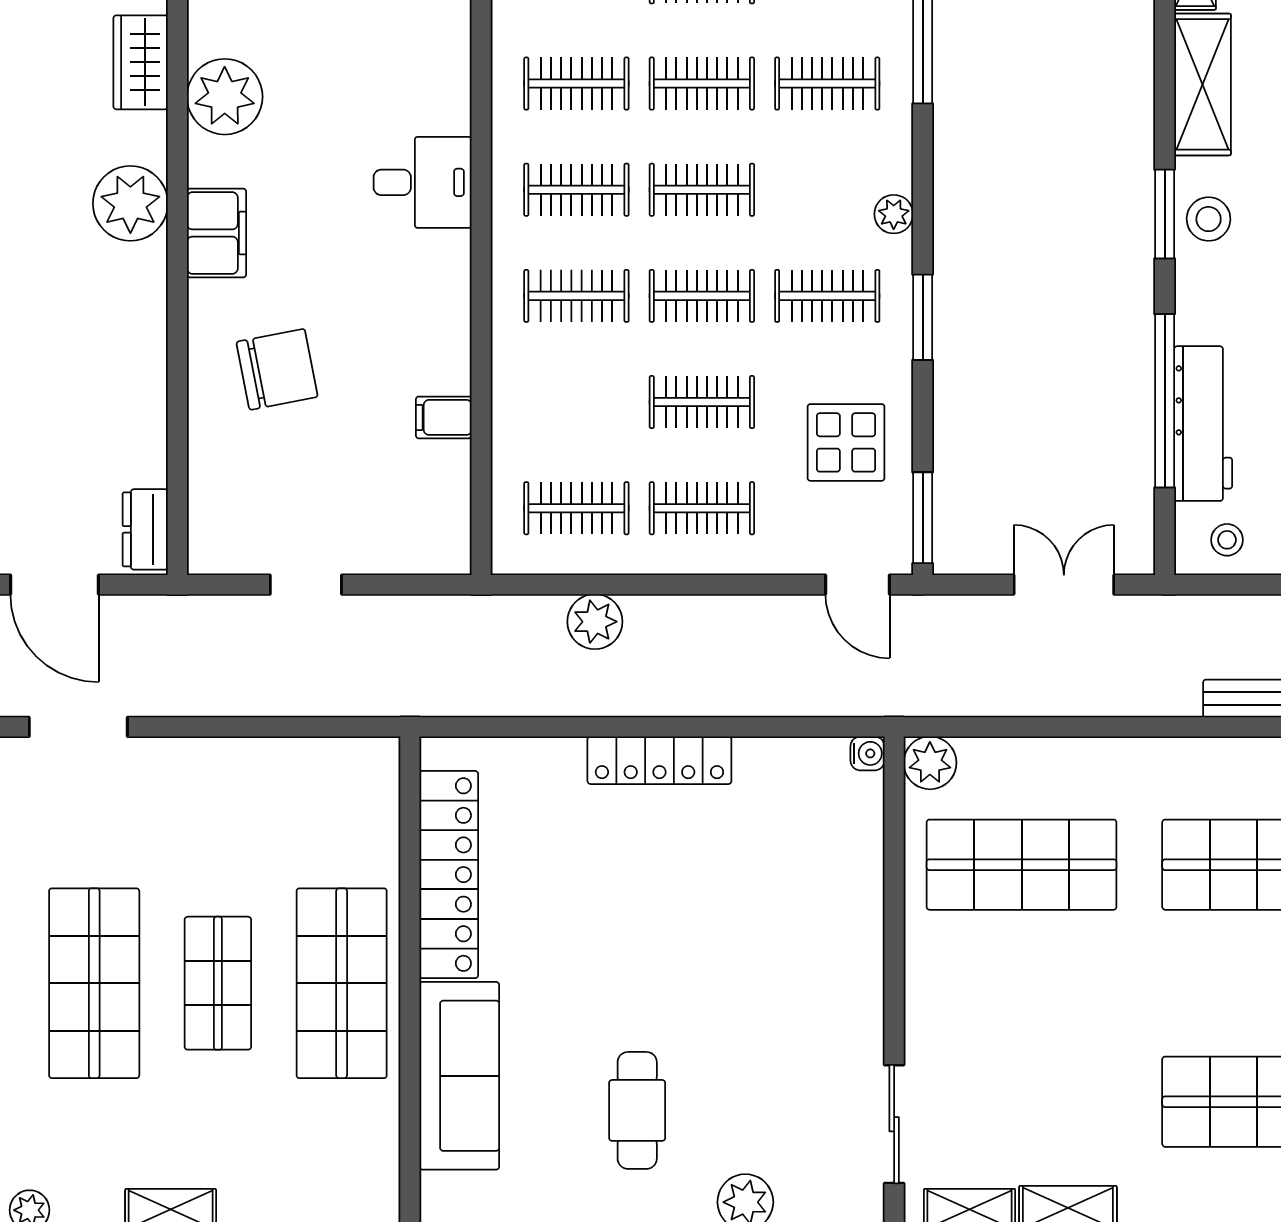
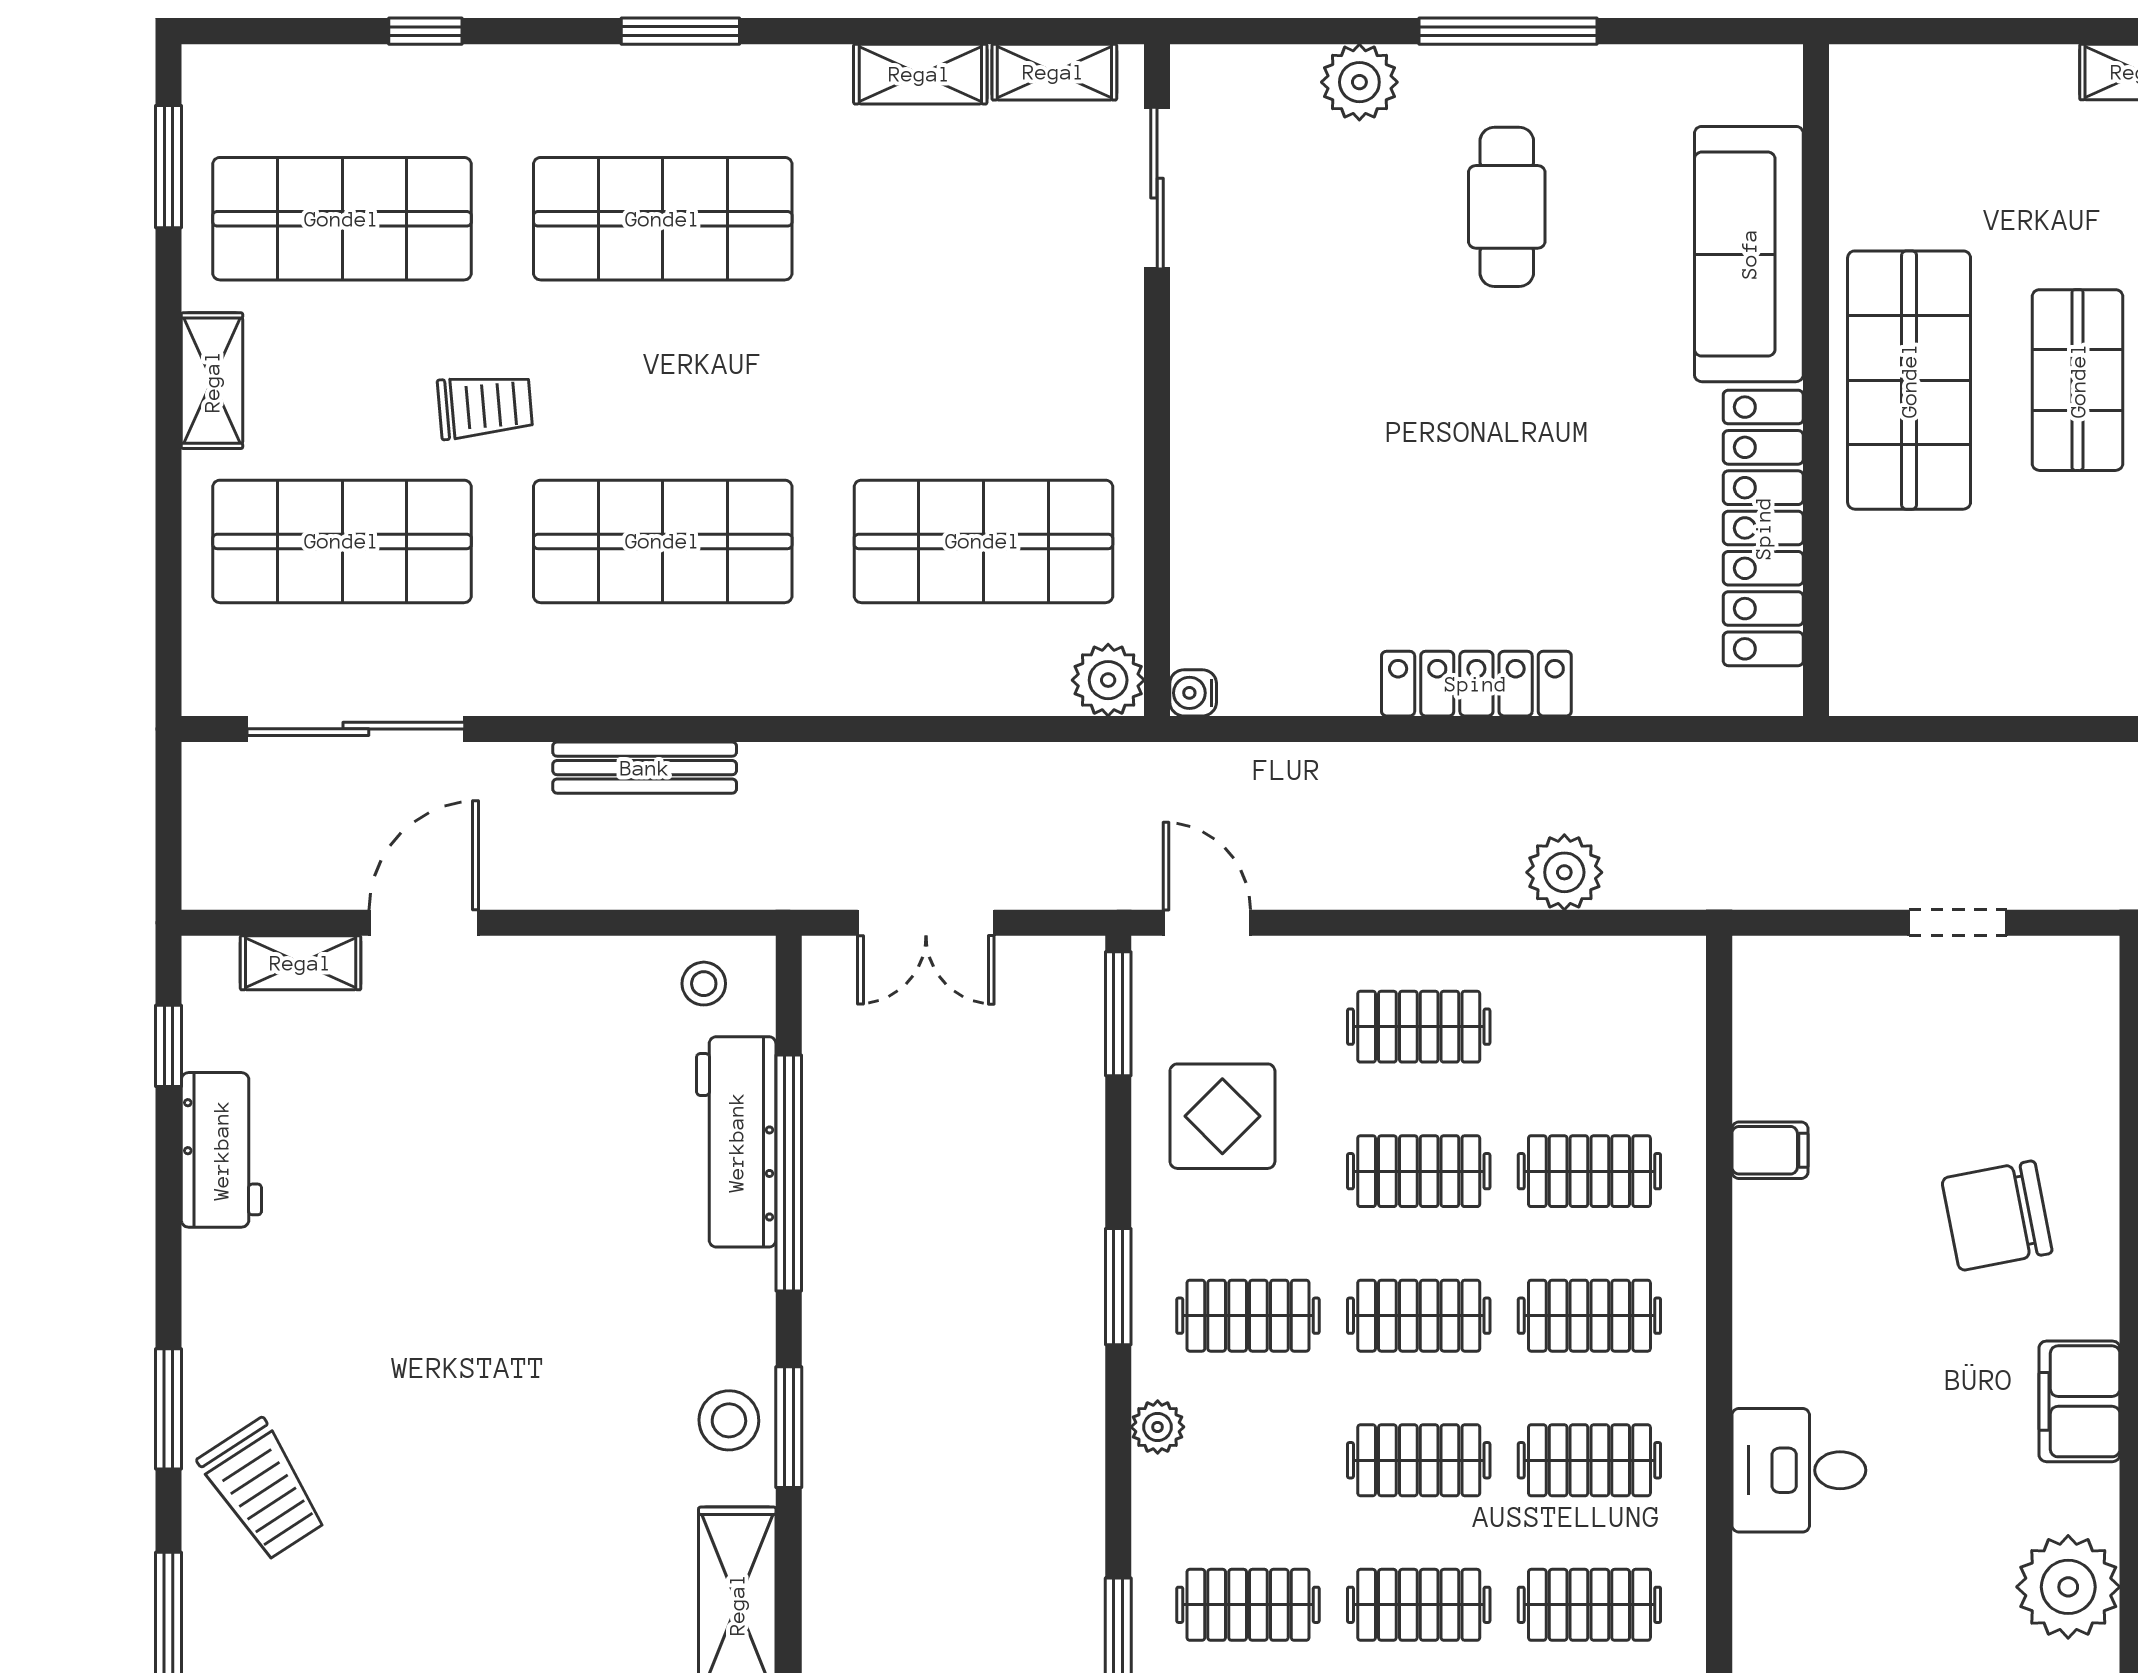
clothes rail: (576, 508) -> (1589, 1171), moved

